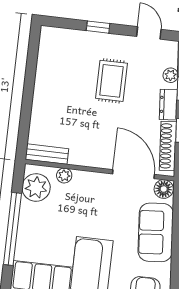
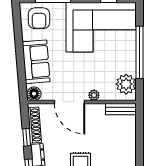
door: (134, 174) -> (70, 102), moved
plant: (64, 176) -> (94, 95), moved

